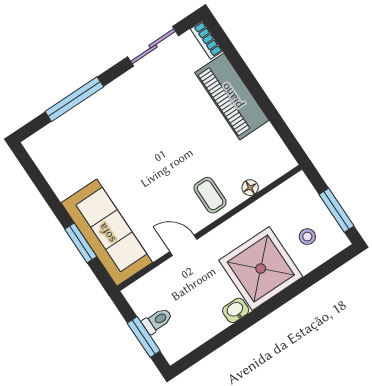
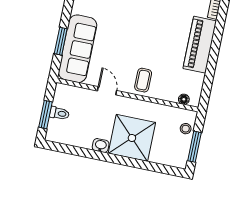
floor lamp: (250, 188) -> (184, 99), moved
stool: (307, 237) -> (186, 129), moved

